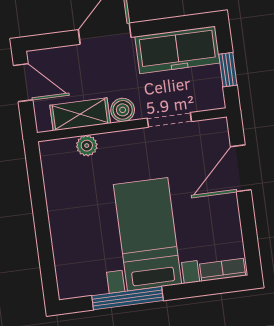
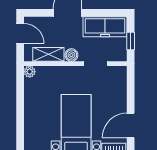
plant: (87, 146) -> (30, 72), moved
door: (241, 168) -> (131, 126), moved

